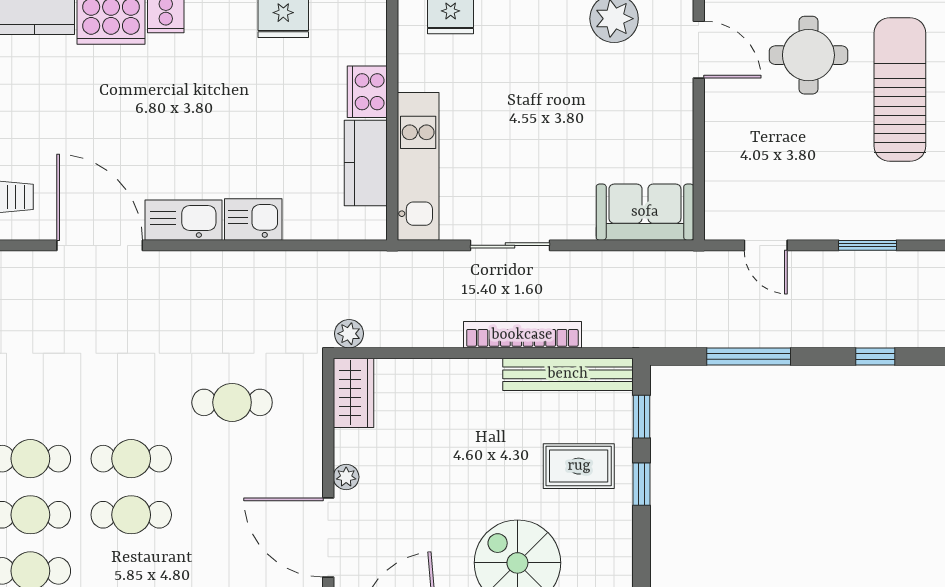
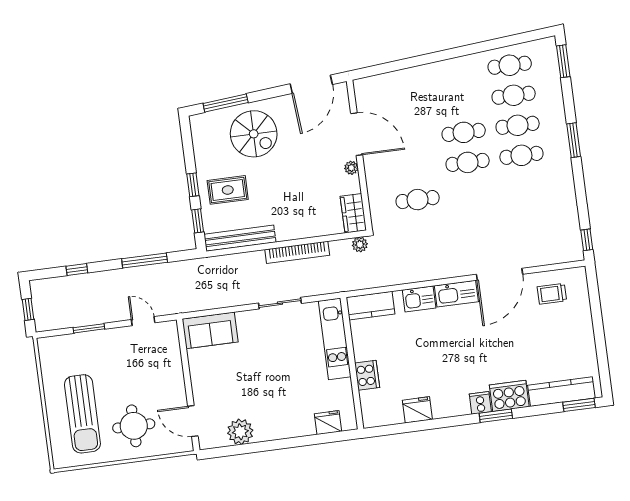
kitchen counter: (366, 163) -> (370, 306), moved, turned 90
door: (100, 245) -> (499, 274), hinge flipped
bookcase: (522, 335) -> (297, 252), moved

